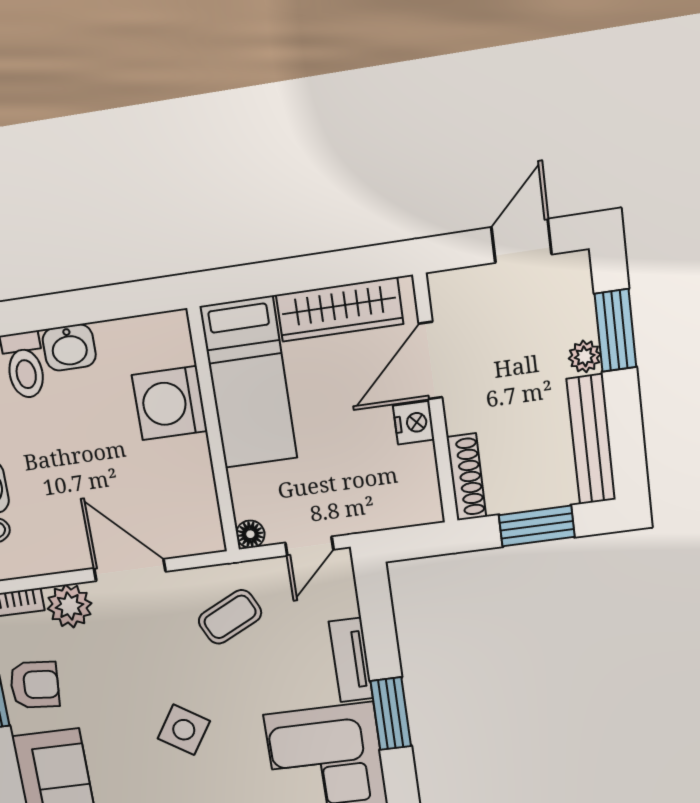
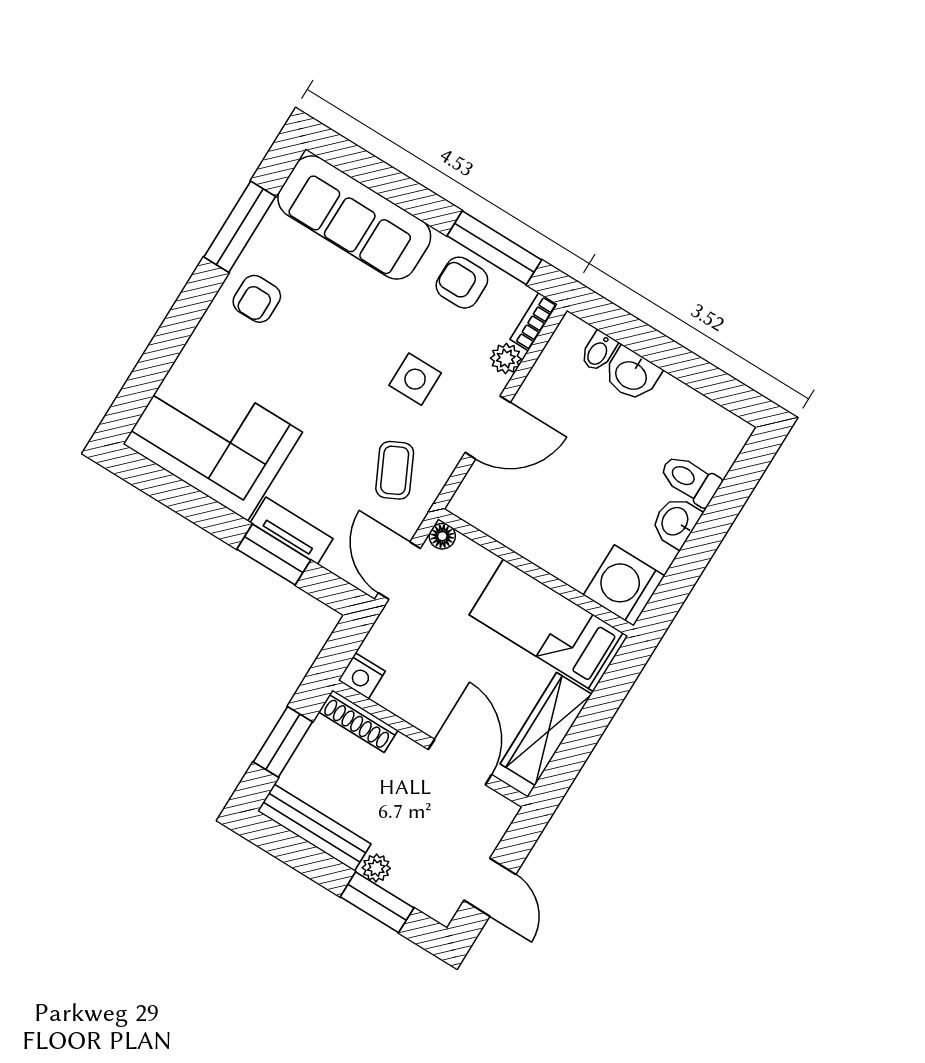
washing machine: (170, 403) -> (624, 585), moved, turned -90
nightstand: (414, 423) -> (362, 676), moved
door: (309, 546) -> (399, 571), width x1.38
plant: (69, 606) -> (506, 359), width x0.73, depth x0.73
armchair: (35, 685) -> (462, 283), turned 85
window: (391, 714) -> (274, 555), moved
side table: (184, 730) -> (415, 379), moved, turned -33

